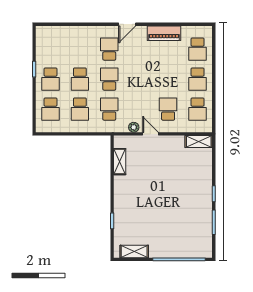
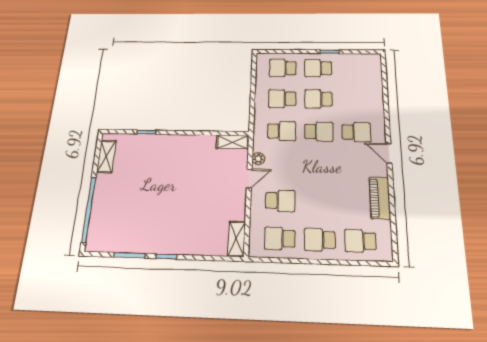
shelving: (120, 162) -> (232, 142), moved

